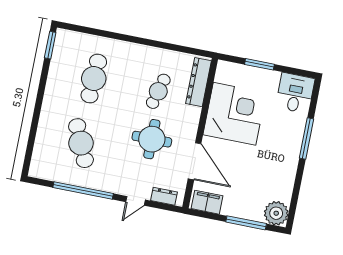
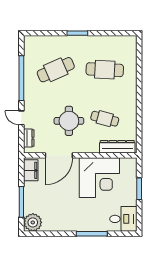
window: (50, 45) -> (77, 33), moved

